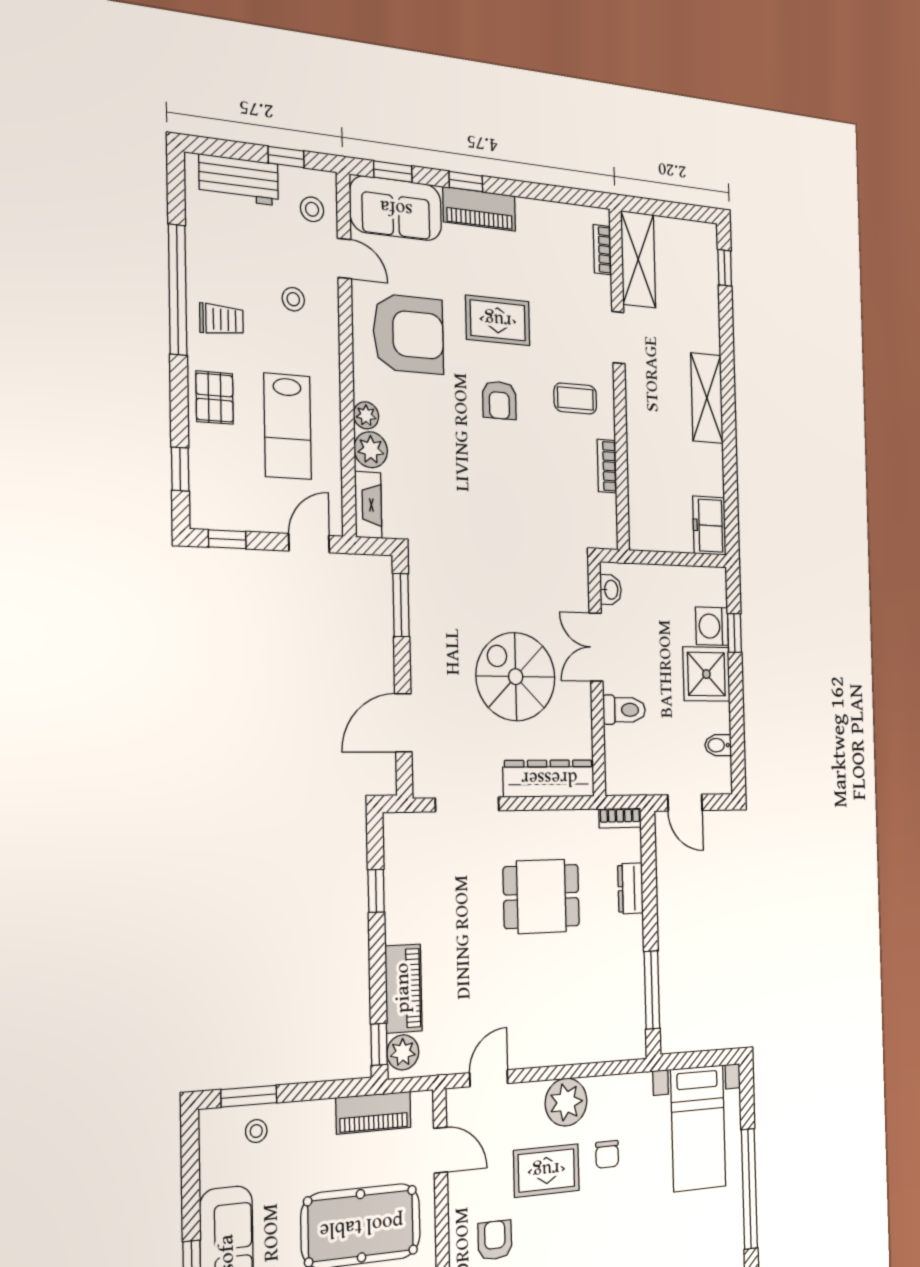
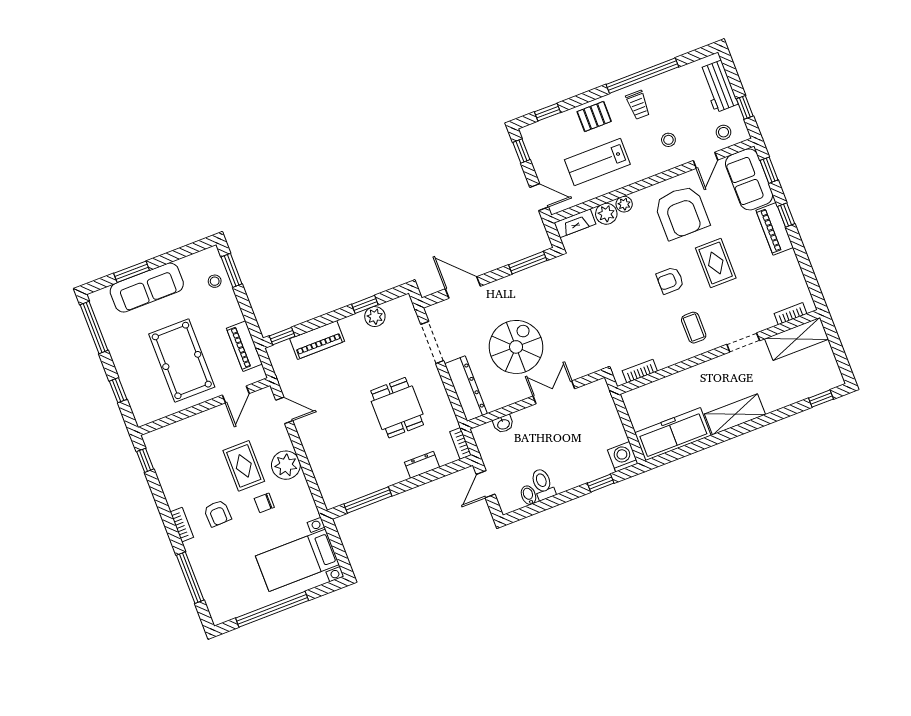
bookcase: (607, 466) -> (640, 371), moved
freezer: (709, 526) -> (673, 434), width x1.91, depth x1.26
washbasin: (611, 590) -> (503, 424), moved
washing machine: (712, 626) -> (623, 457), moved
shower: (706, 674) -> (568, 472), removed
toilet: (624, 710) -> (543, 484), moved, turned 180
plant: (403, 1052) -> (375, 317), moved
armchair: (495, 1240) -> (217, 513), moved, turned 88

